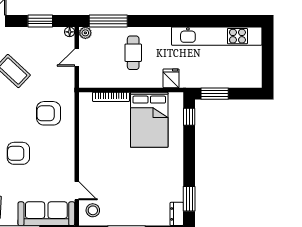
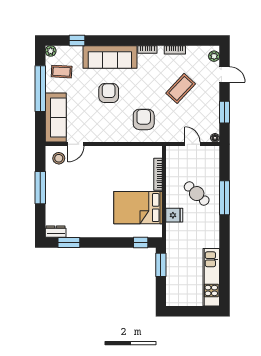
window: (108, 21) -> (224, 198), moved
plant: (85, 33) -> (214, 152), removed
kitchen unit: (217, 36) -> (211, 277), width x0.73
cafe table: (133, 53) -> (197, 194), turned 43
fridge: (171, 78) -> (174, 215), moved

